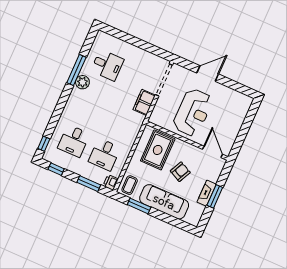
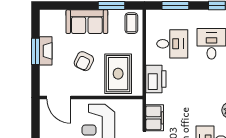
desk: (105, 155) -> (172, 44), turned 90
printer: (111, 182) -> (156, 79), moved, width x1.87, depth x1.48
sofa: (164, 202) -> (87, 22), width x0.73

